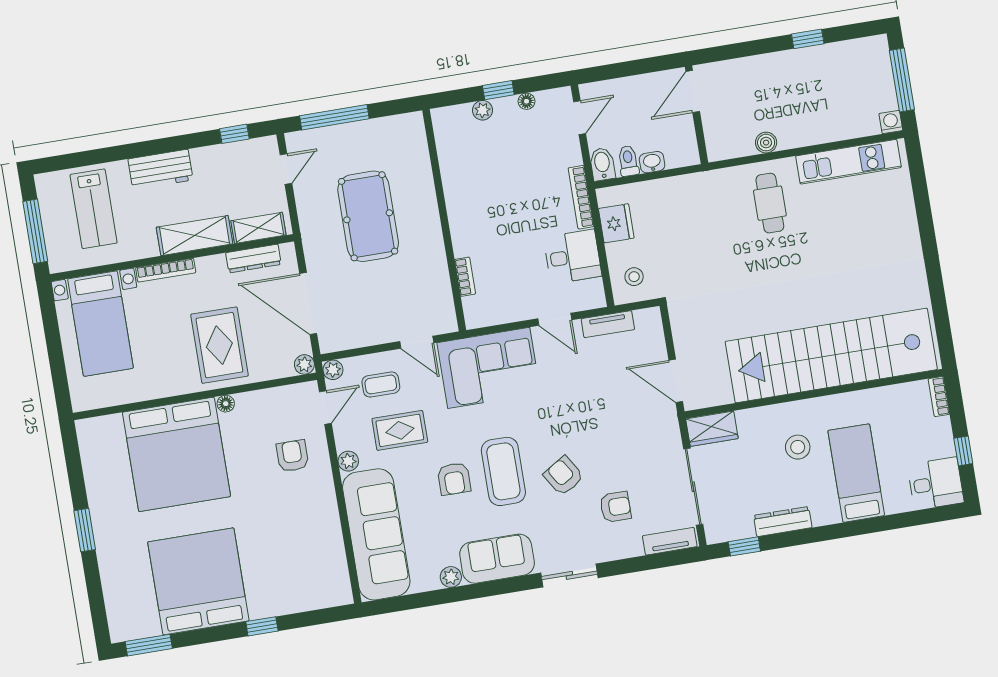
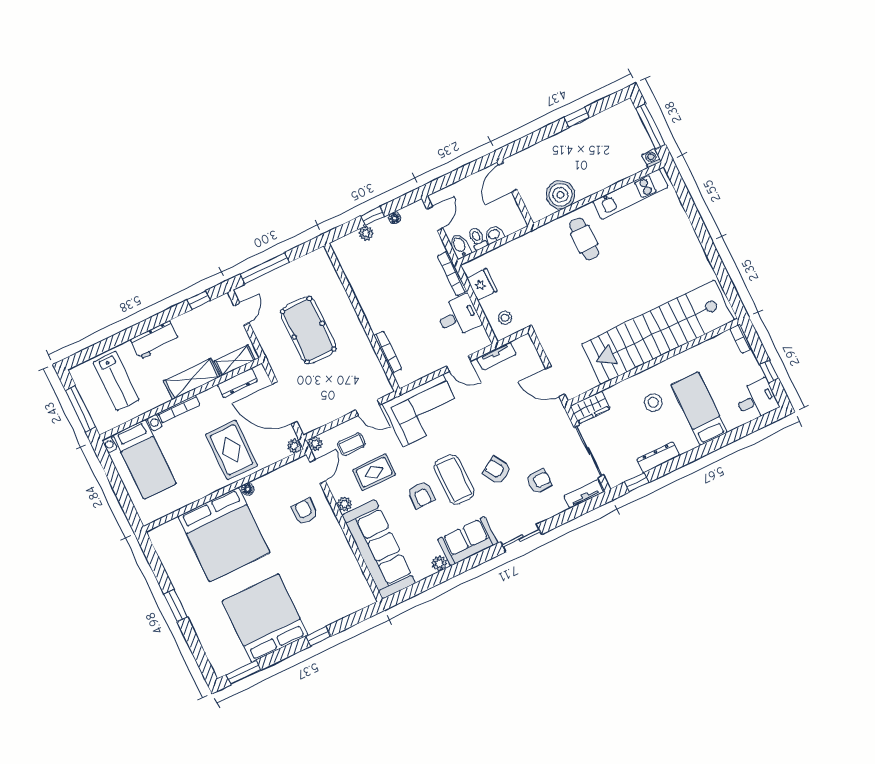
boiler: (766, 143) -> (560, 195), width x1.86, depth x1.86
bookcase: (465, 277) -> (388, 352), width x1.56

